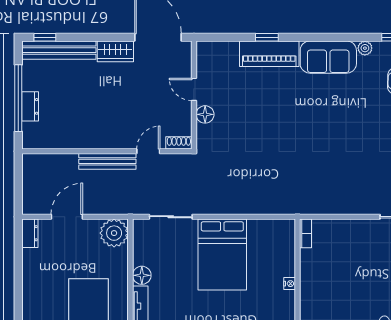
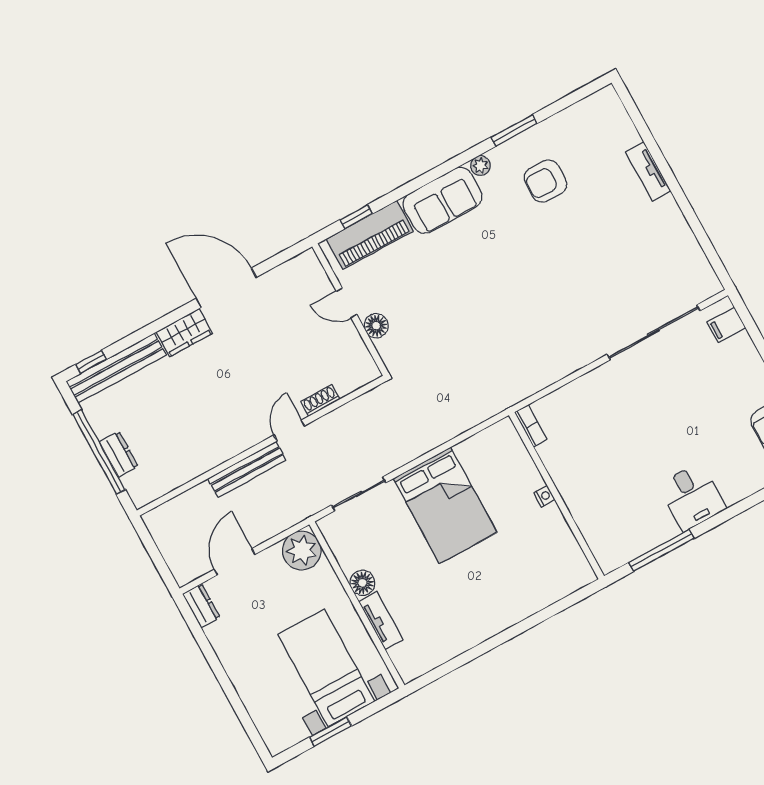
door: (194, 89) -> (347, 303), moved
wall: (194, 95) -> (350, 310), moved
floor lamp: (205, 114) -> (376, 326), moved

